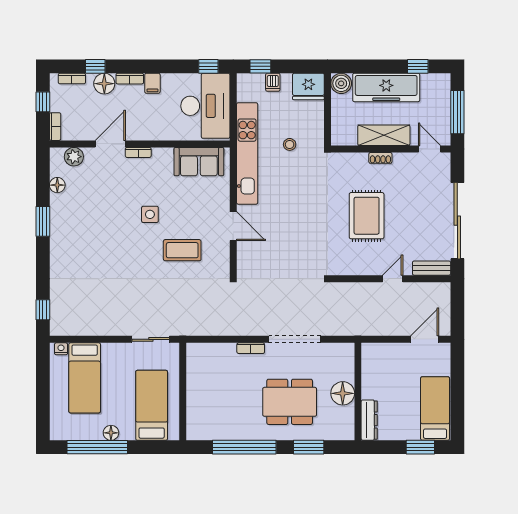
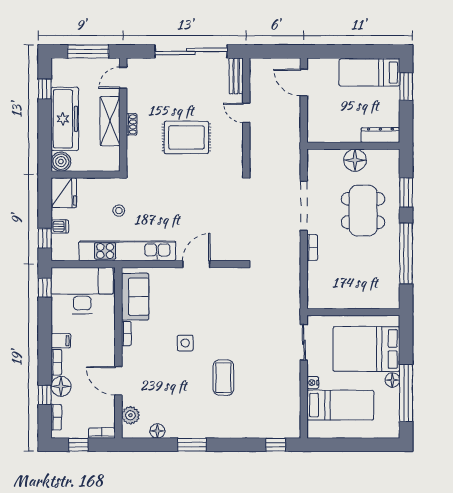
bookcase: (138, 152) -> (126, 334), moved
coffee table: (182, 250) -> (223, 378), moved
nightstand: (61, 349) -> (313, 383), moved
bed: (152, 405) -> (366, 349), width x1.50

